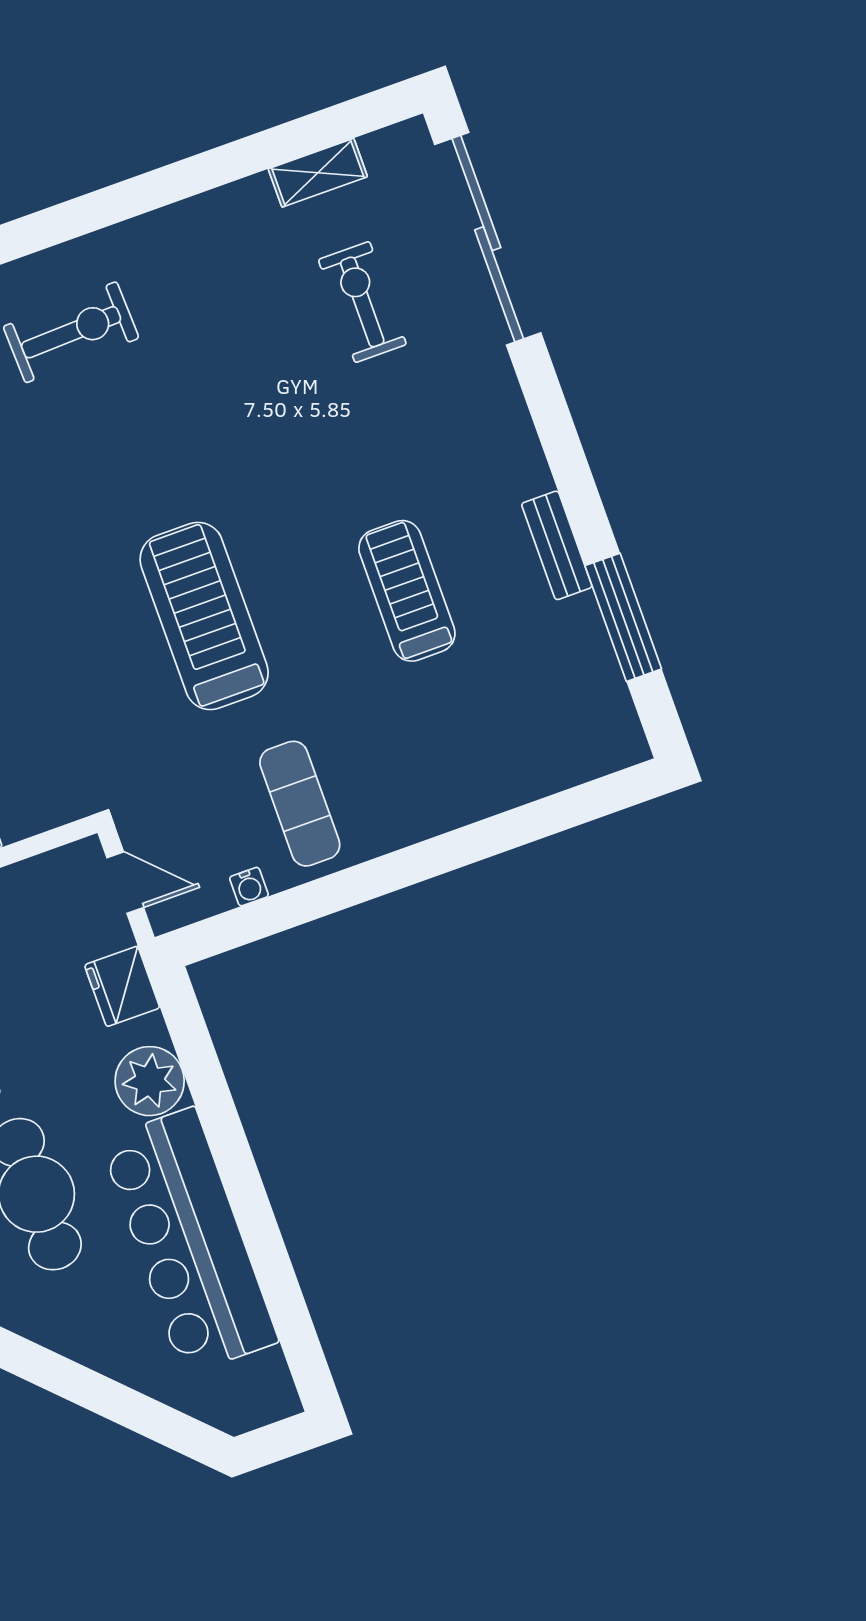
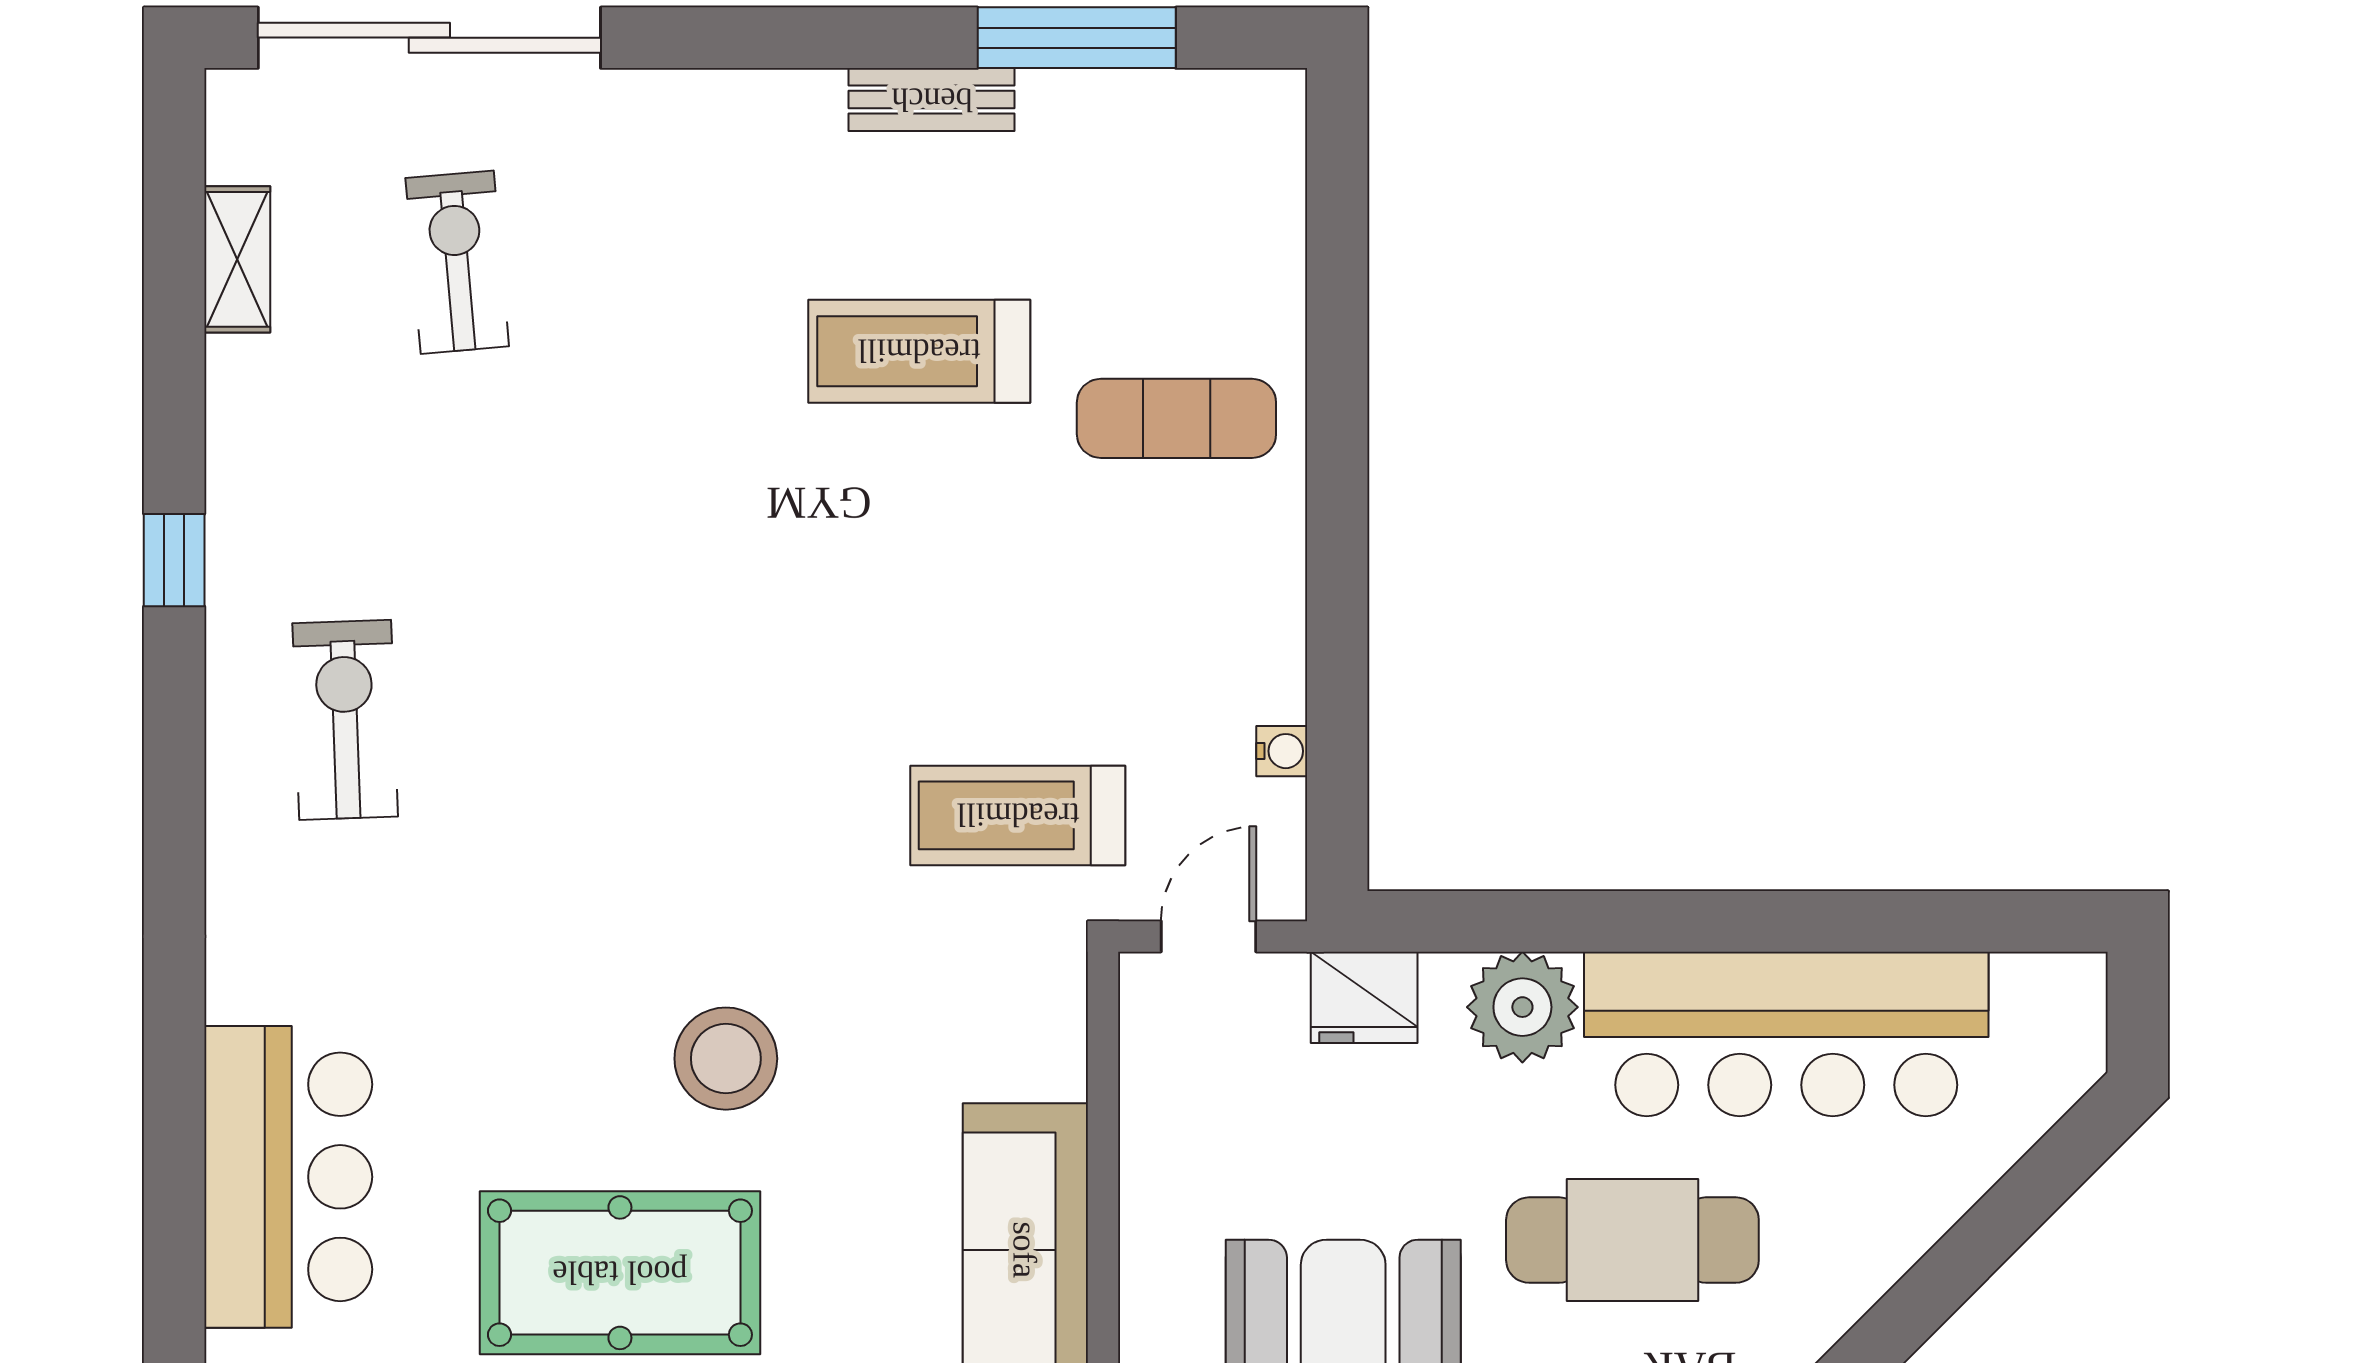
window: (129, 199) -> (174, 560), added
exercise bike: (362, 302) -> (457, 262), turned 85
treadmill: (204, 616) -> (1018, 815), moved, width x0.73, depth x0.73
exercise mat: (300, 804) -> (1176, 418), moved

